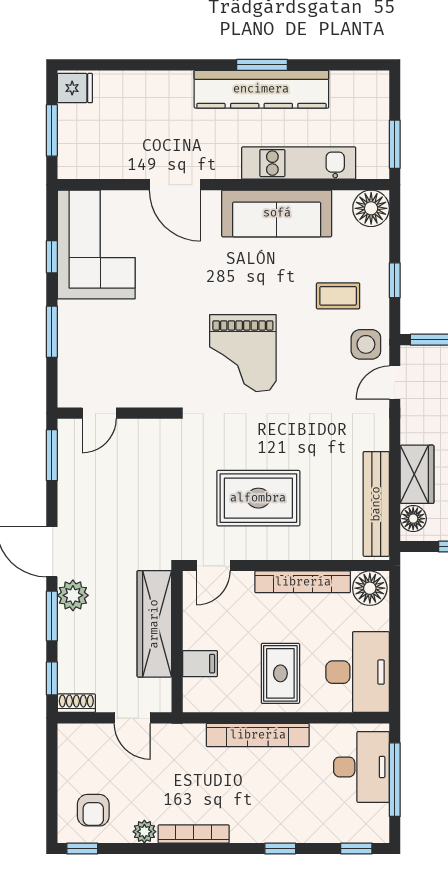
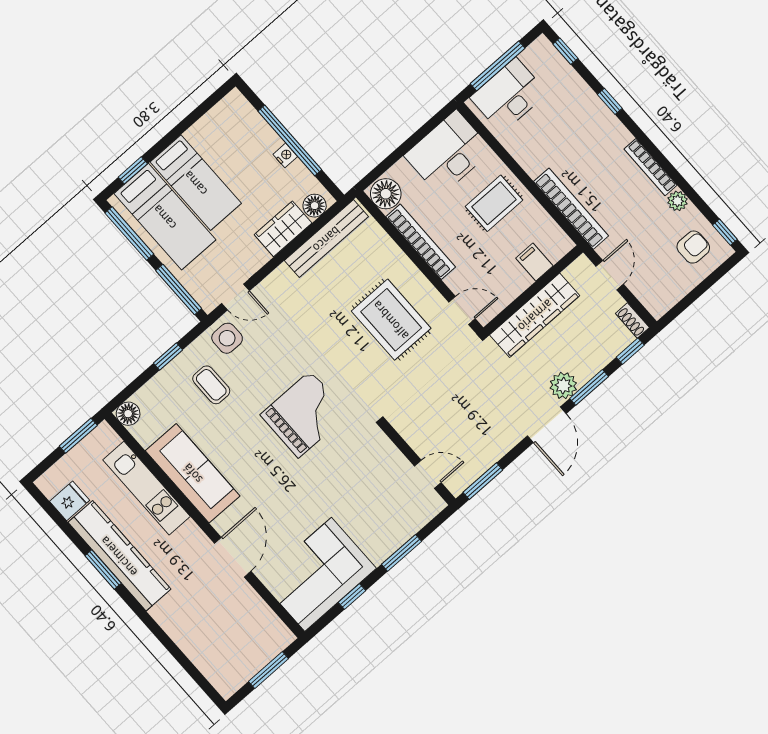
fridge: (75, 88) -> (70, 501), moved, turned 90
floor lamp: (371, 208) -> (128, 414), width x0.73, depth x0.73
bookcase: (258, 735) -> (571, 209), moved

